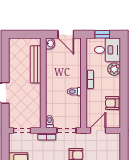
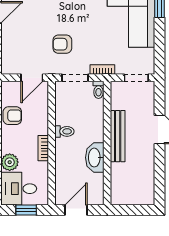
door: (66, 34) -> (76, 210), hinge flipped
washbasin: (50, 44) -> (95, 158), moved, width x1.91, depth x1.45
bench: (36, 64) -> (118, 136), moved

